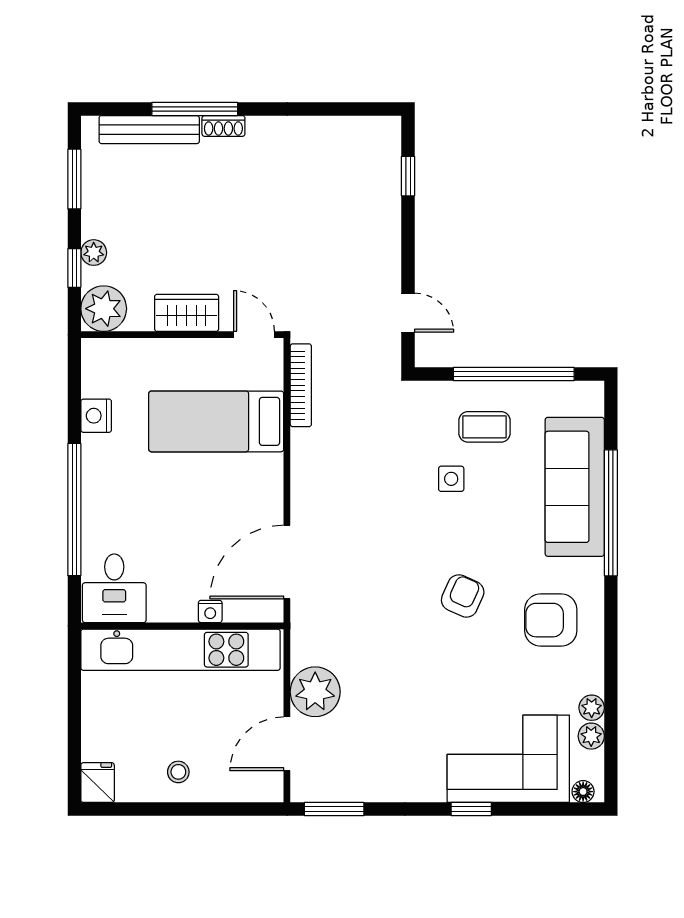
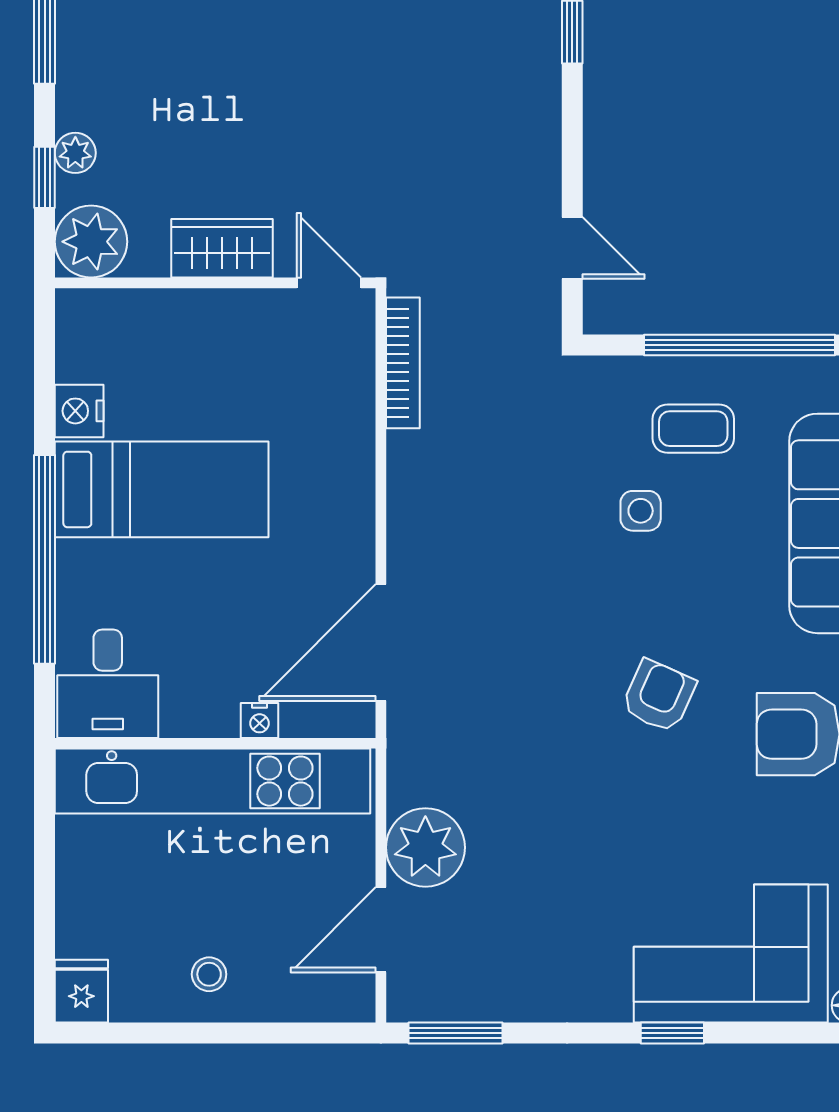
bed: (216, 421) -> (162, 489), moved, turned 180

